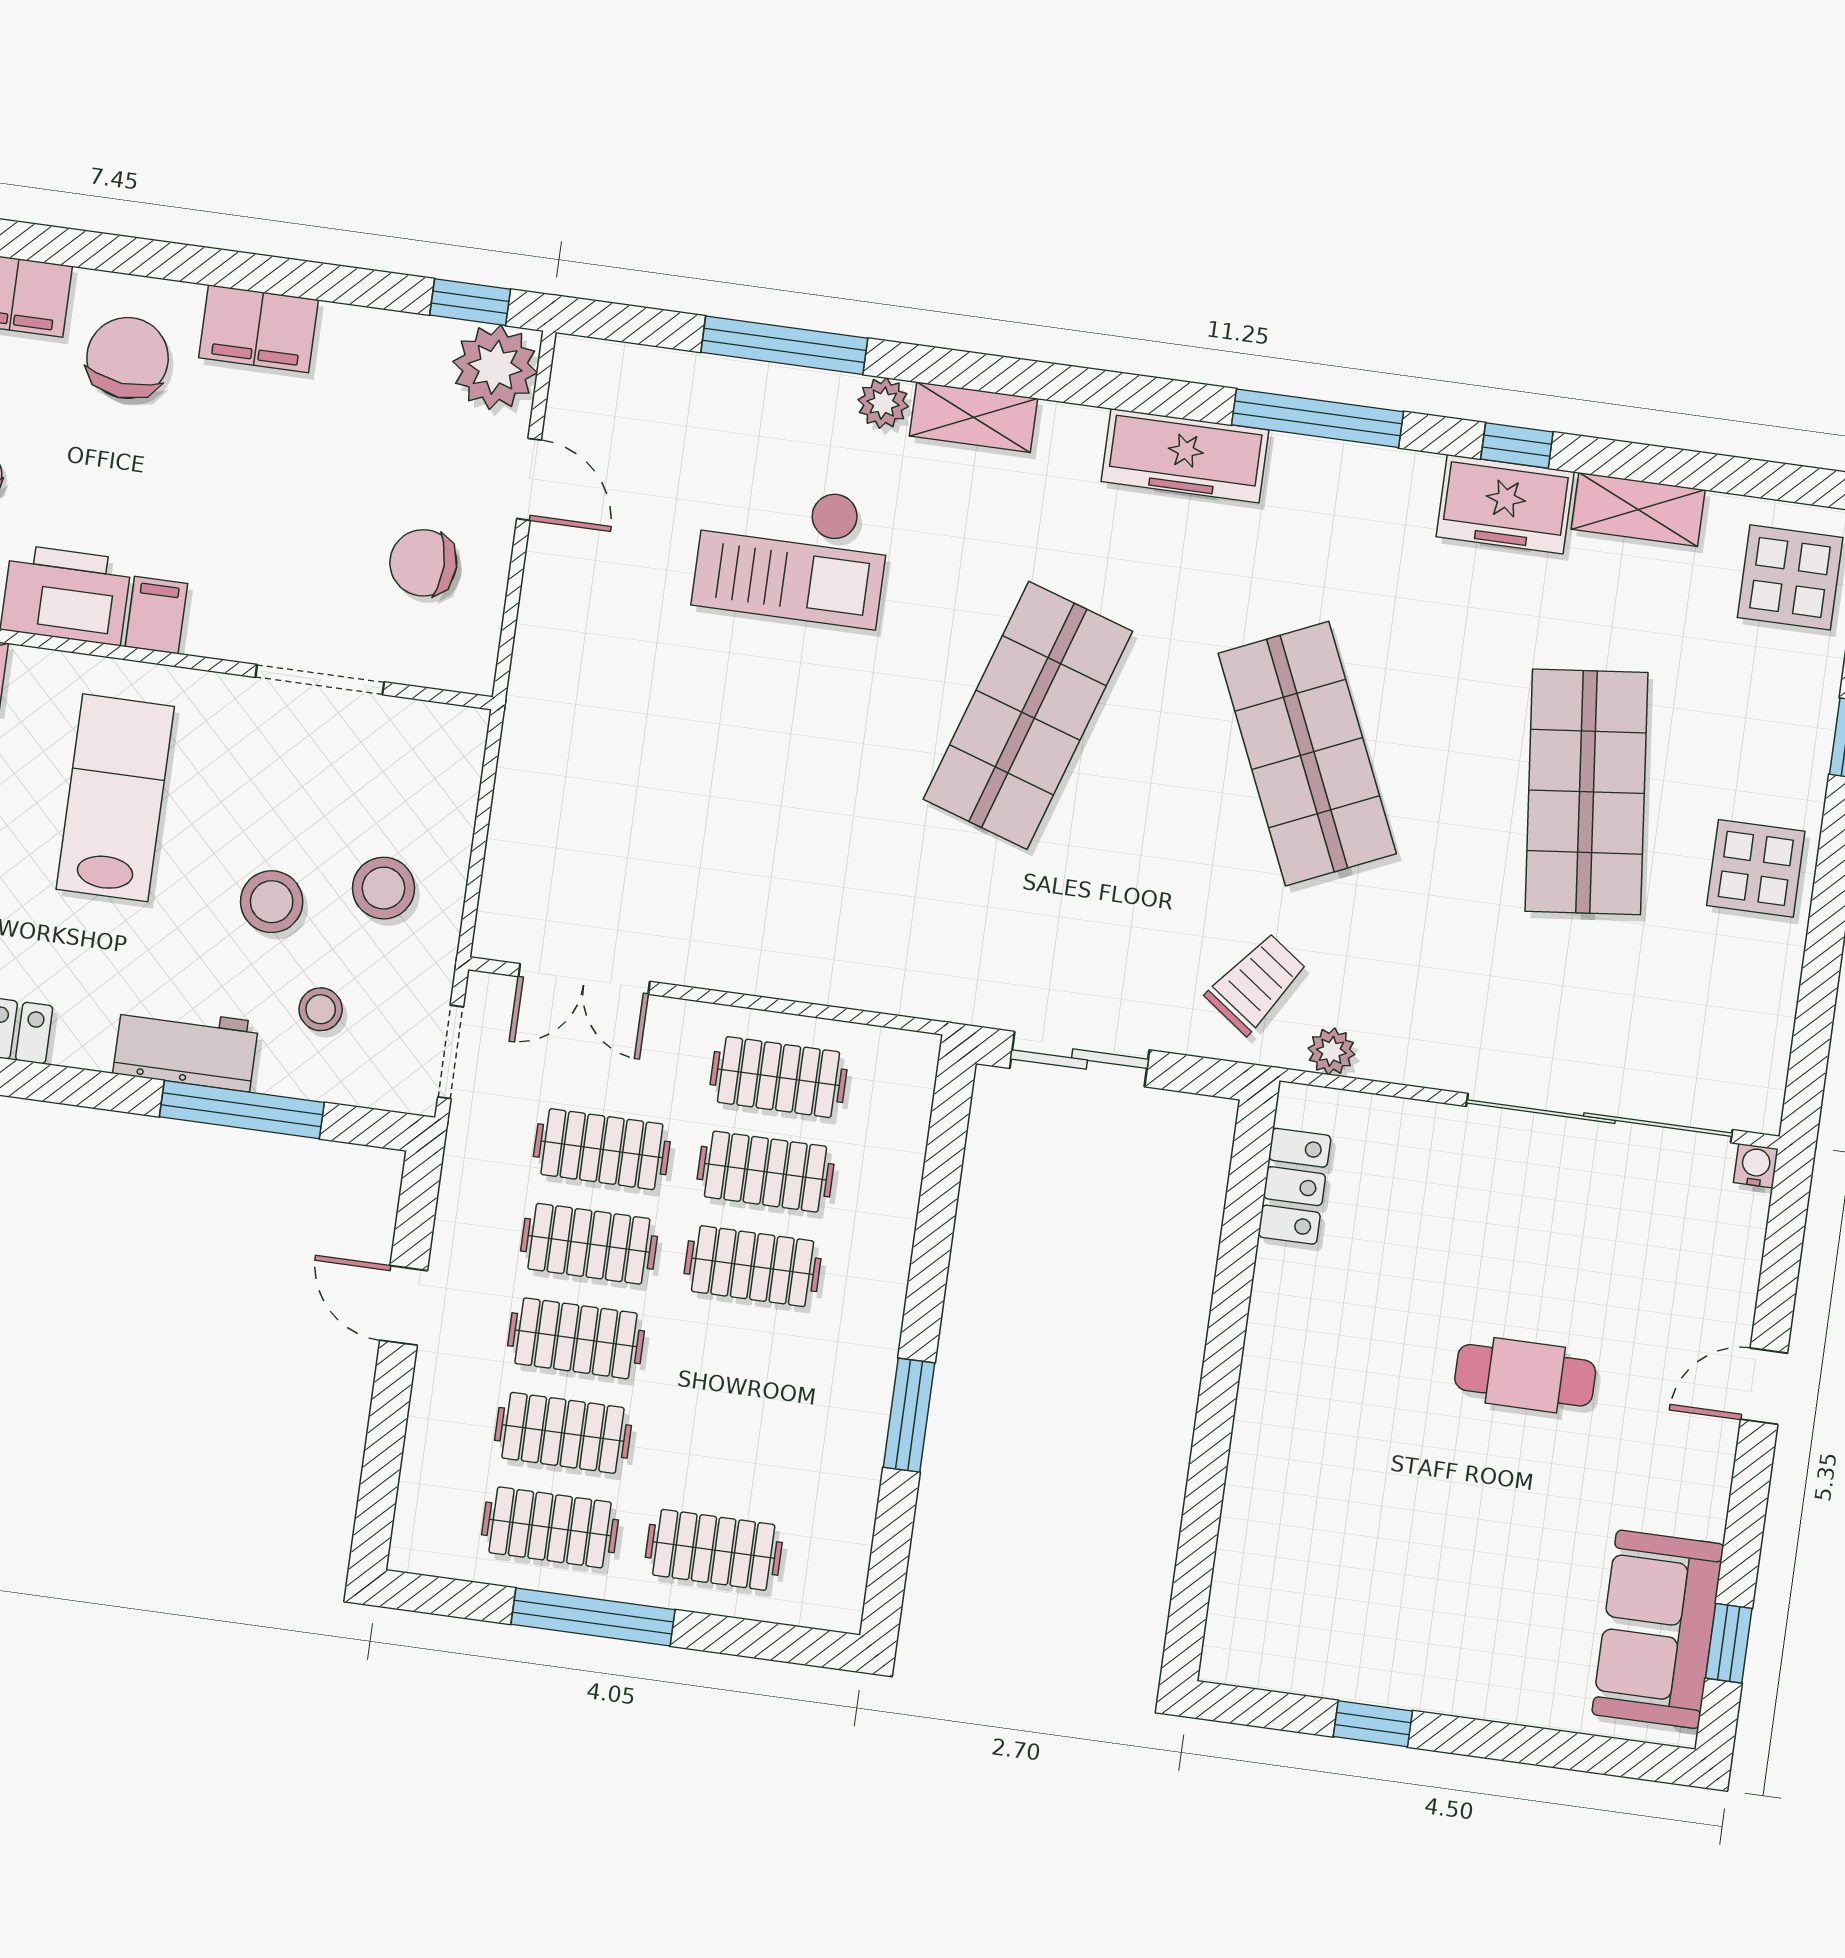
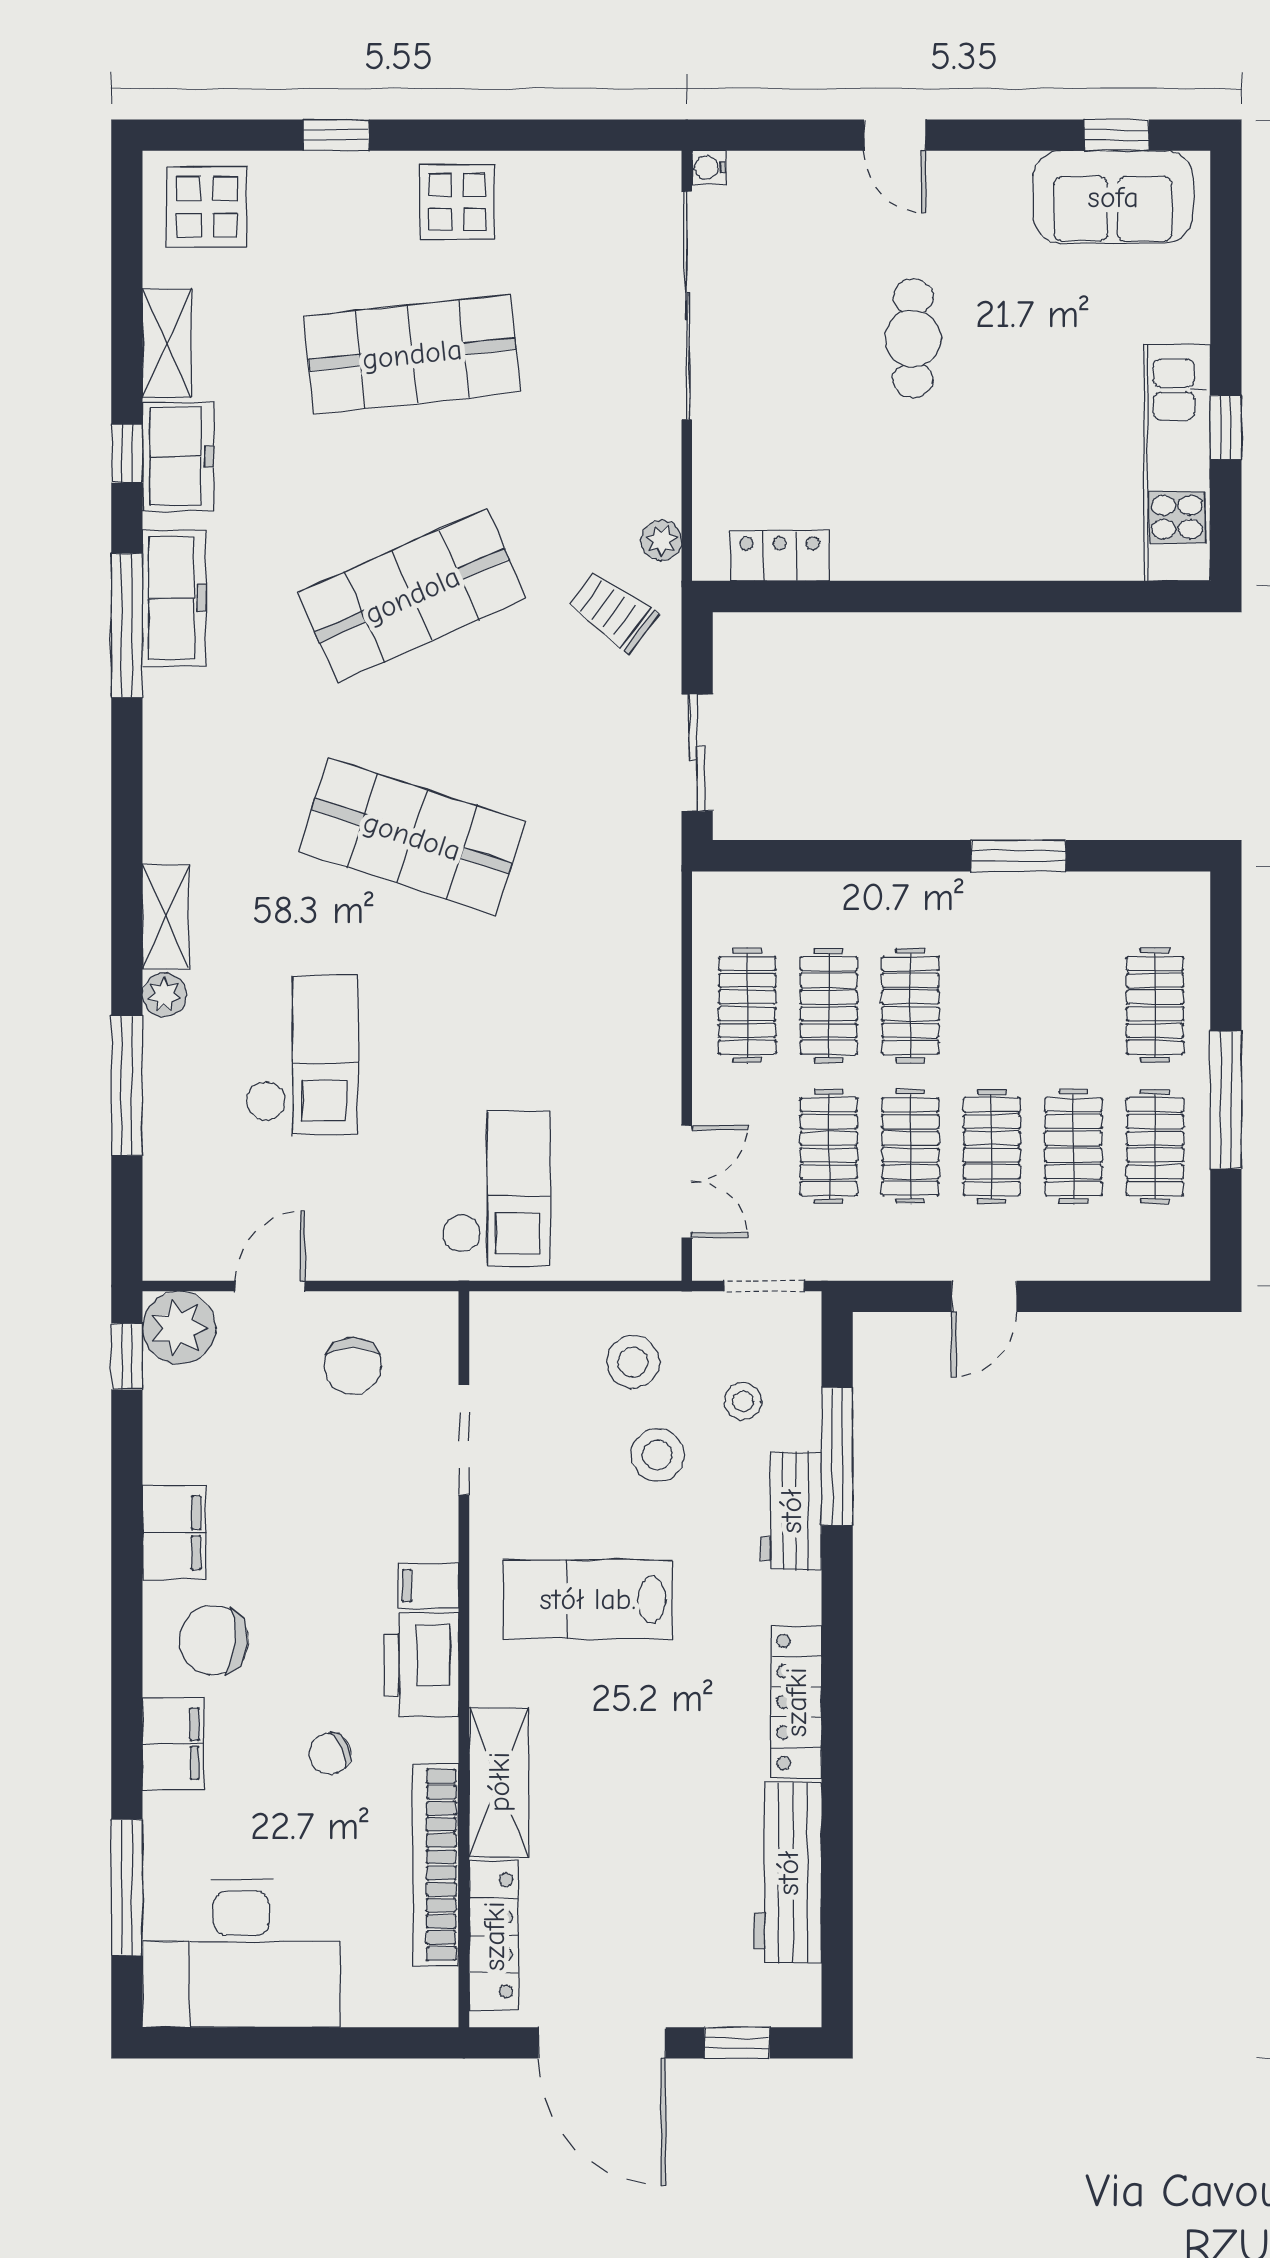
freezer: (1185, 456) -> (174, 598), moved
checkout: (606, 757) -> (496, 1188), added
kitchen unit: (1339, 1661) -> (1177, 463), added

